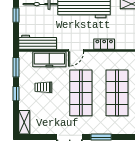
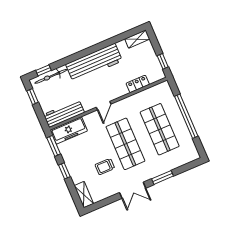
locker: (104, 44) -> (138, 84), moved
freezer: (49, 59) -> (69, 130), moved
trolley: (43, 87) -> (105, 167), moved

